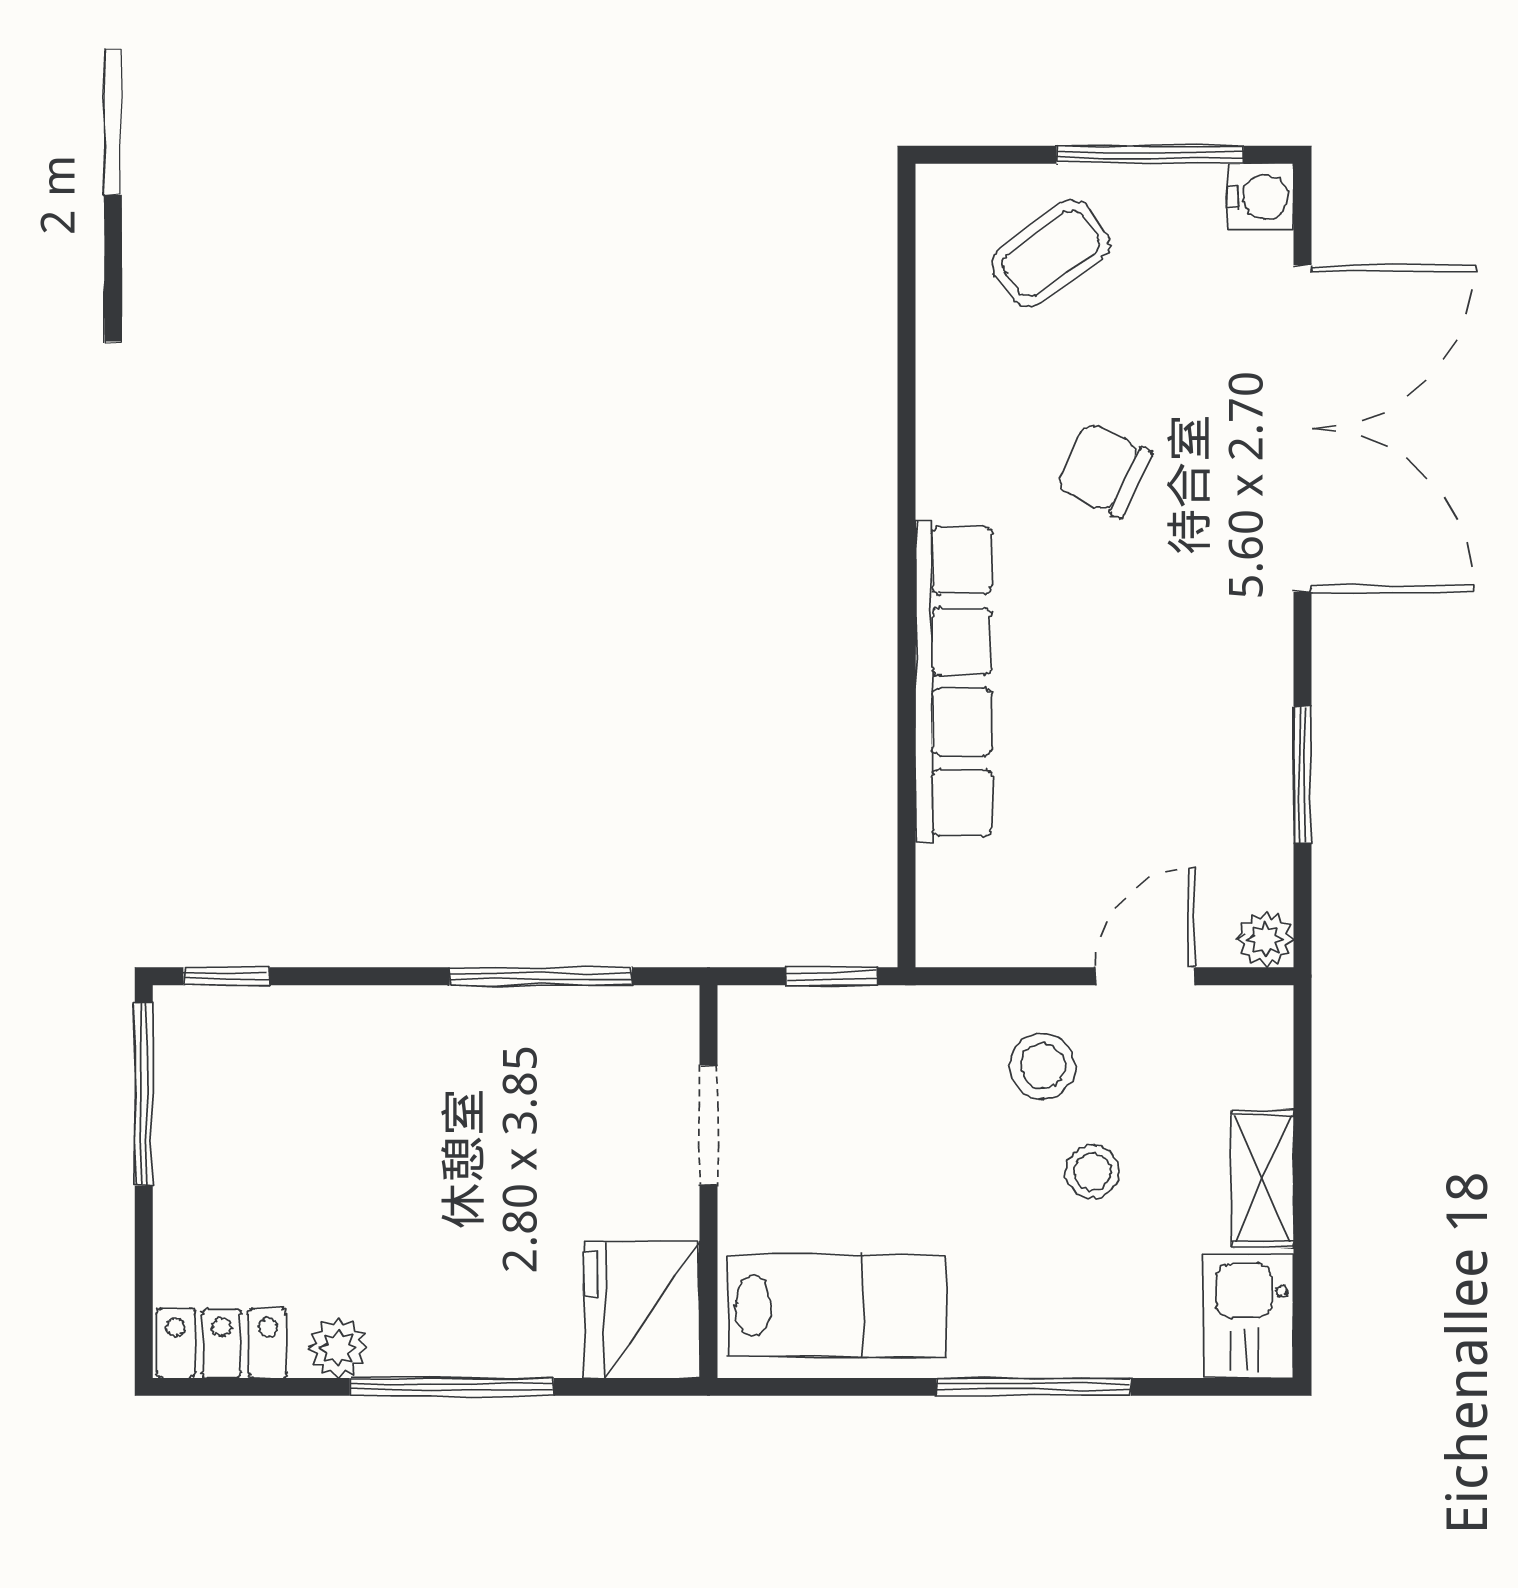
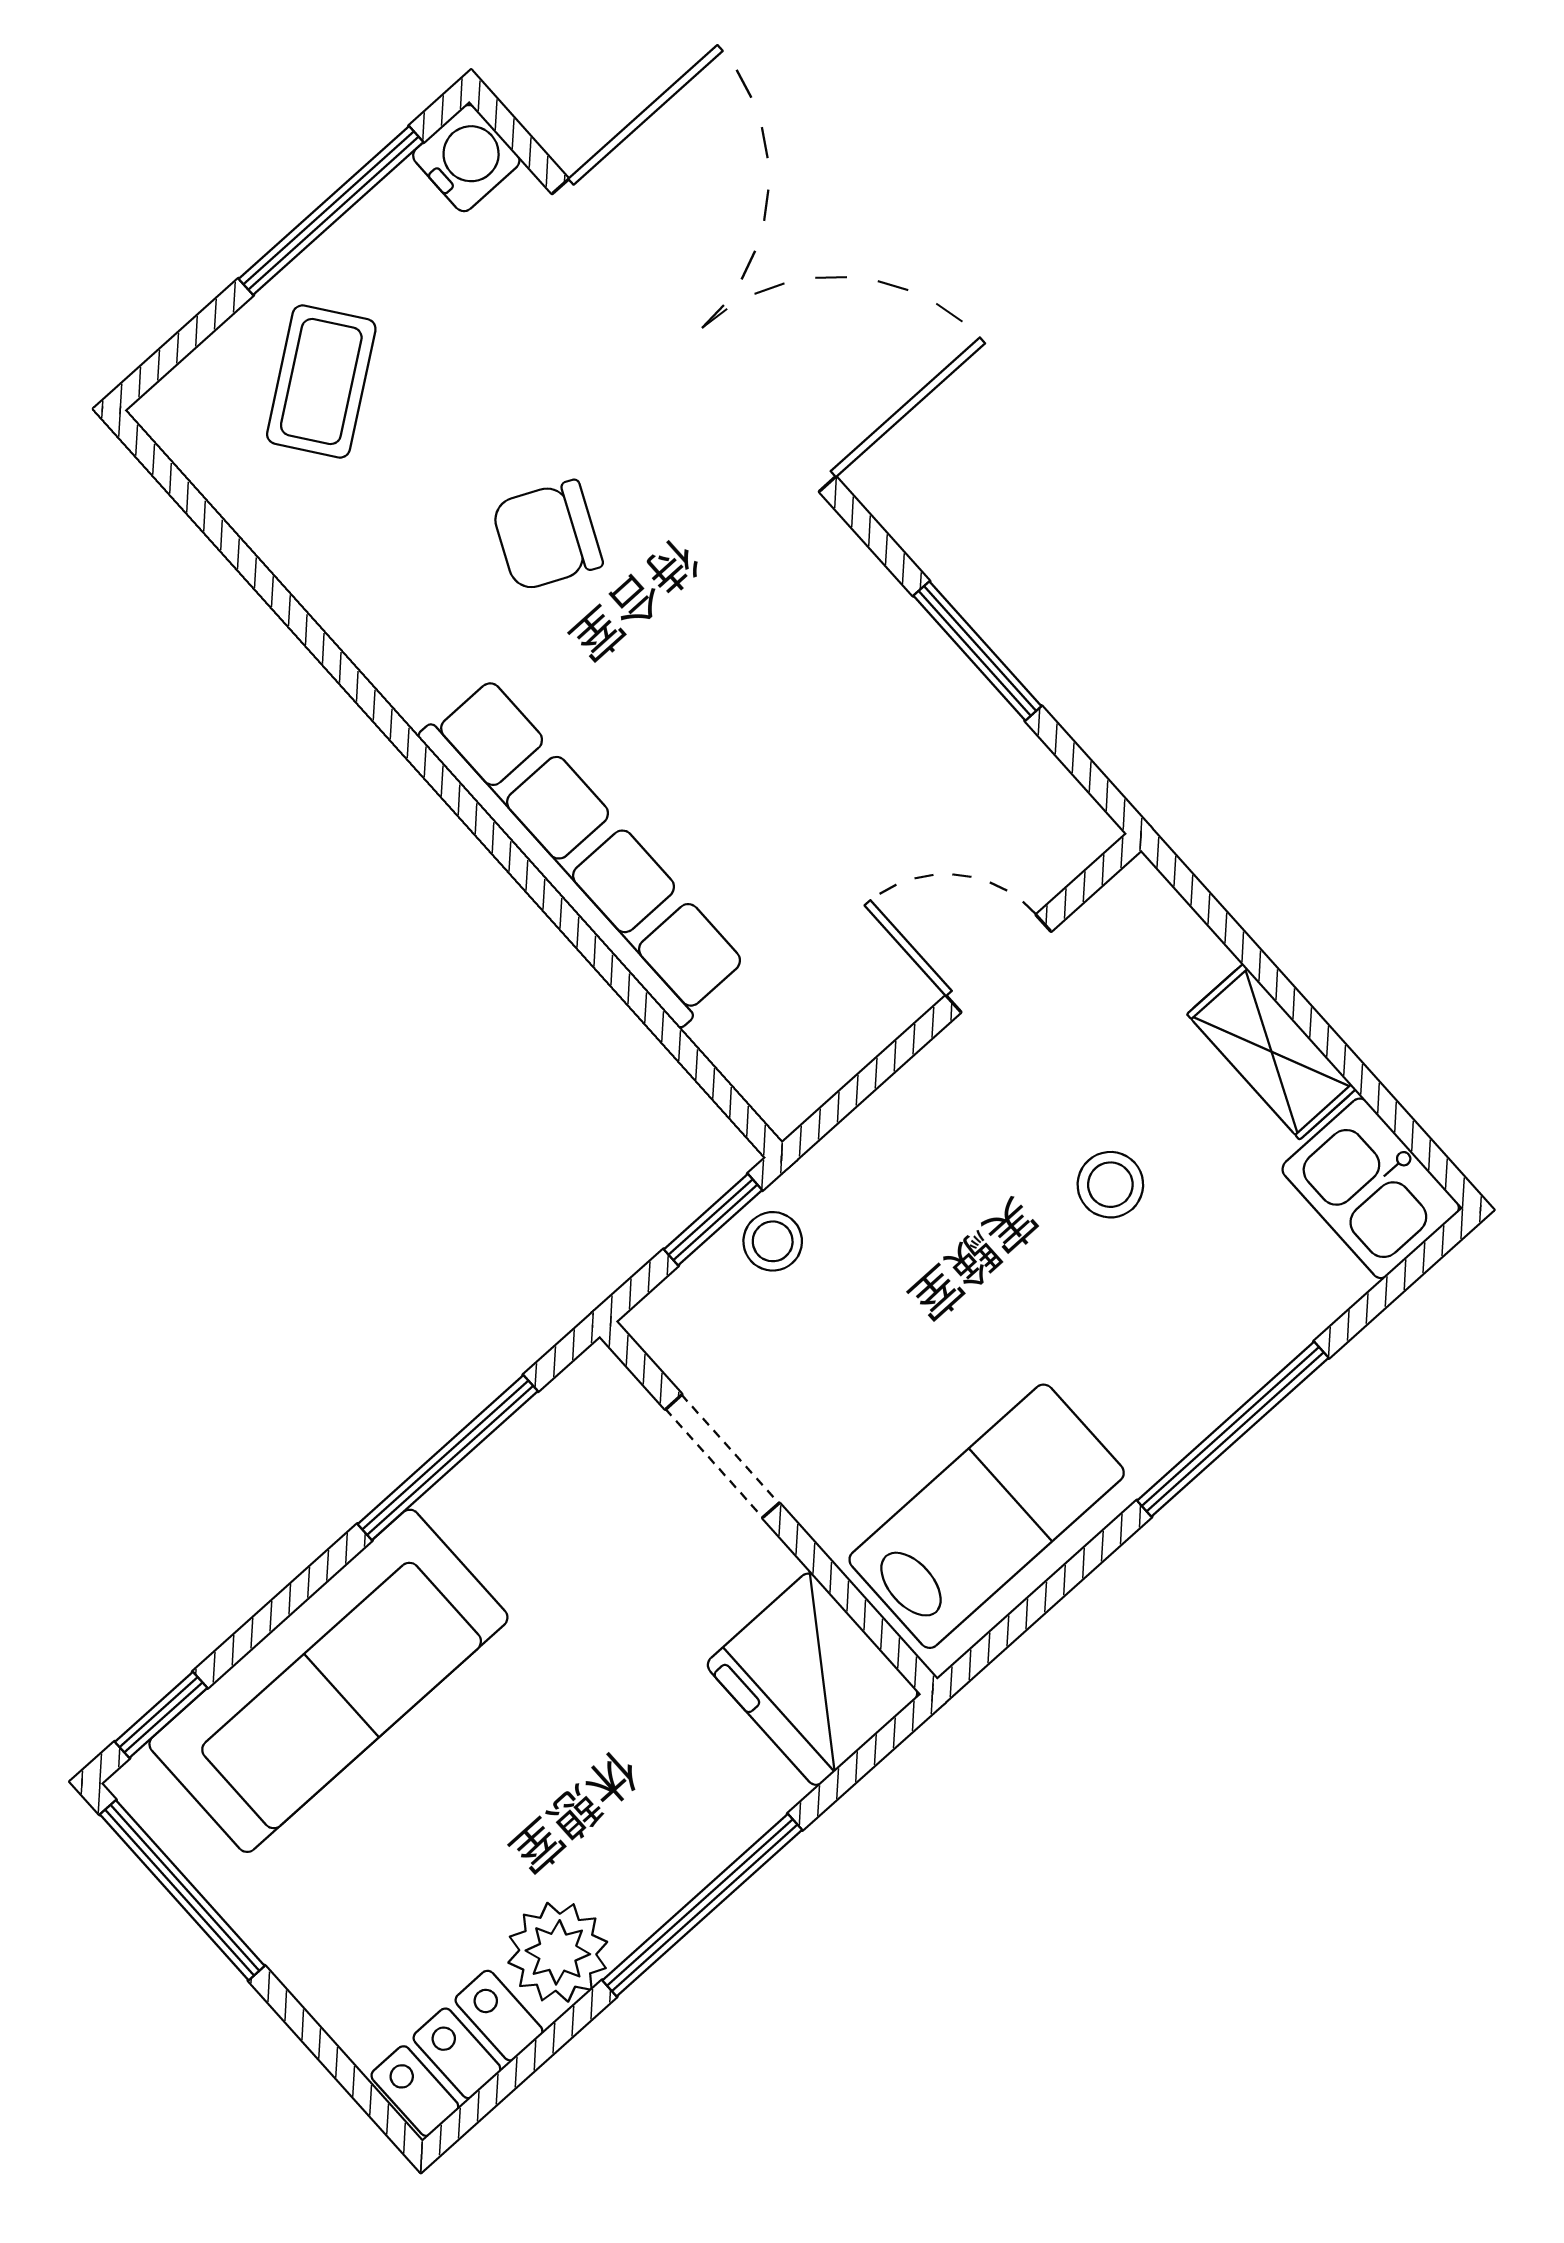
plant: (1265, 939) -> (1078, 831), removed
door: (1145, 976) -> (998, 963), hinge flipped
sofa: (347, 1047) -> (328, 1681), added
stool: (1043, 1066) -> (773, 1241), moved, width x0.73, depth x0.73
plant: (338, 1348) -> (558, 1952), width x1.38, depth x1.38

